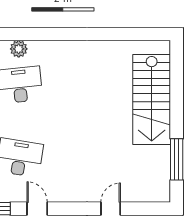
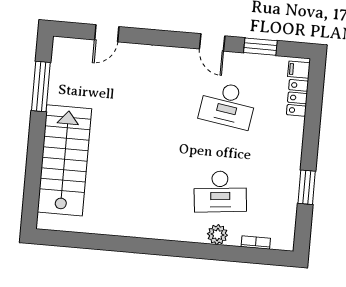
door: (111, 209) -> (107, 33), moved

